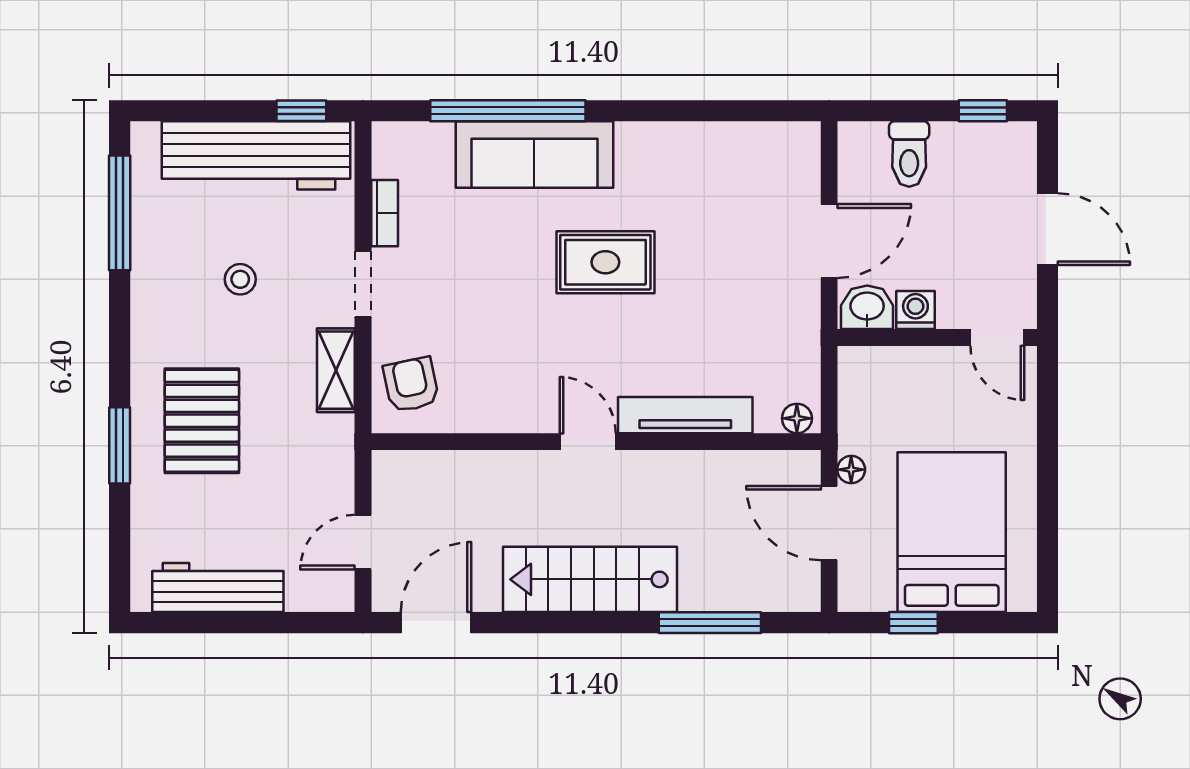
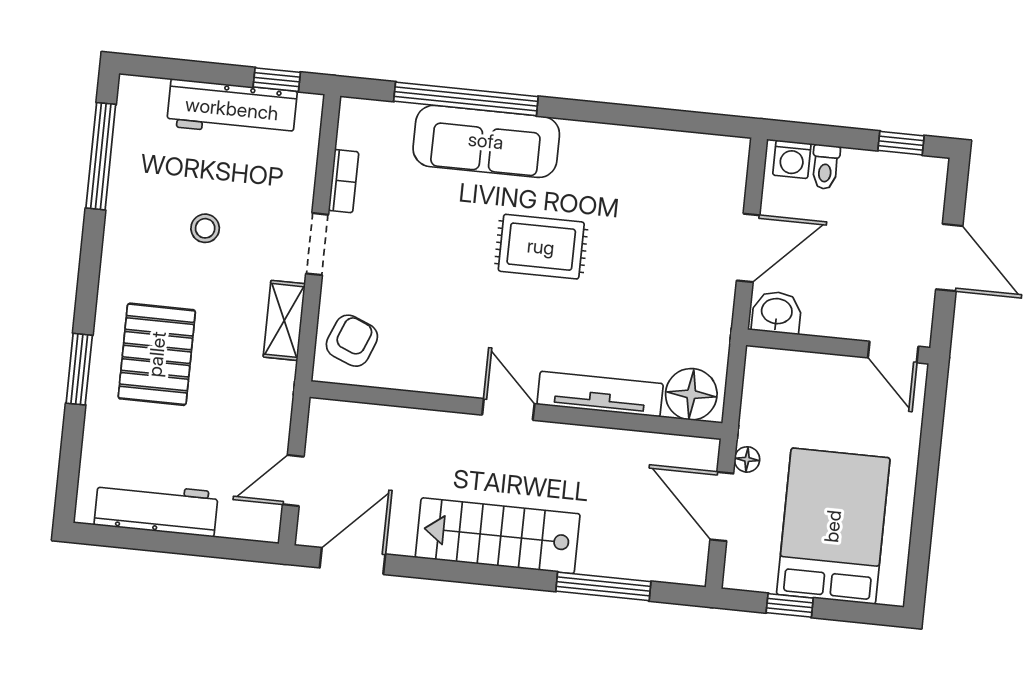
toilet: (909, 154) -> (825, 167), width x0.73, depth x0.72
workbench: (256, 155) -> (232, 109), width x0.73, depth x0.76
washing machine: (915, 310) -> (792, 159), moved, turned 180
armchair: (411, 385) -> (352, 341), turned 34
floor lamp: (797, 418) -> (691, 394), width x1.89, depth x1.89

